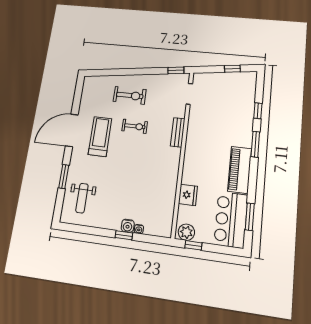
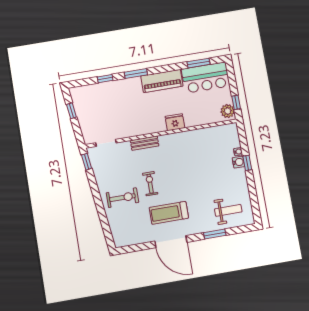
exercise bike: (130, 95) -> (122, 198), turned 90
fridge: (188, 195) -> (175, 122), moved

